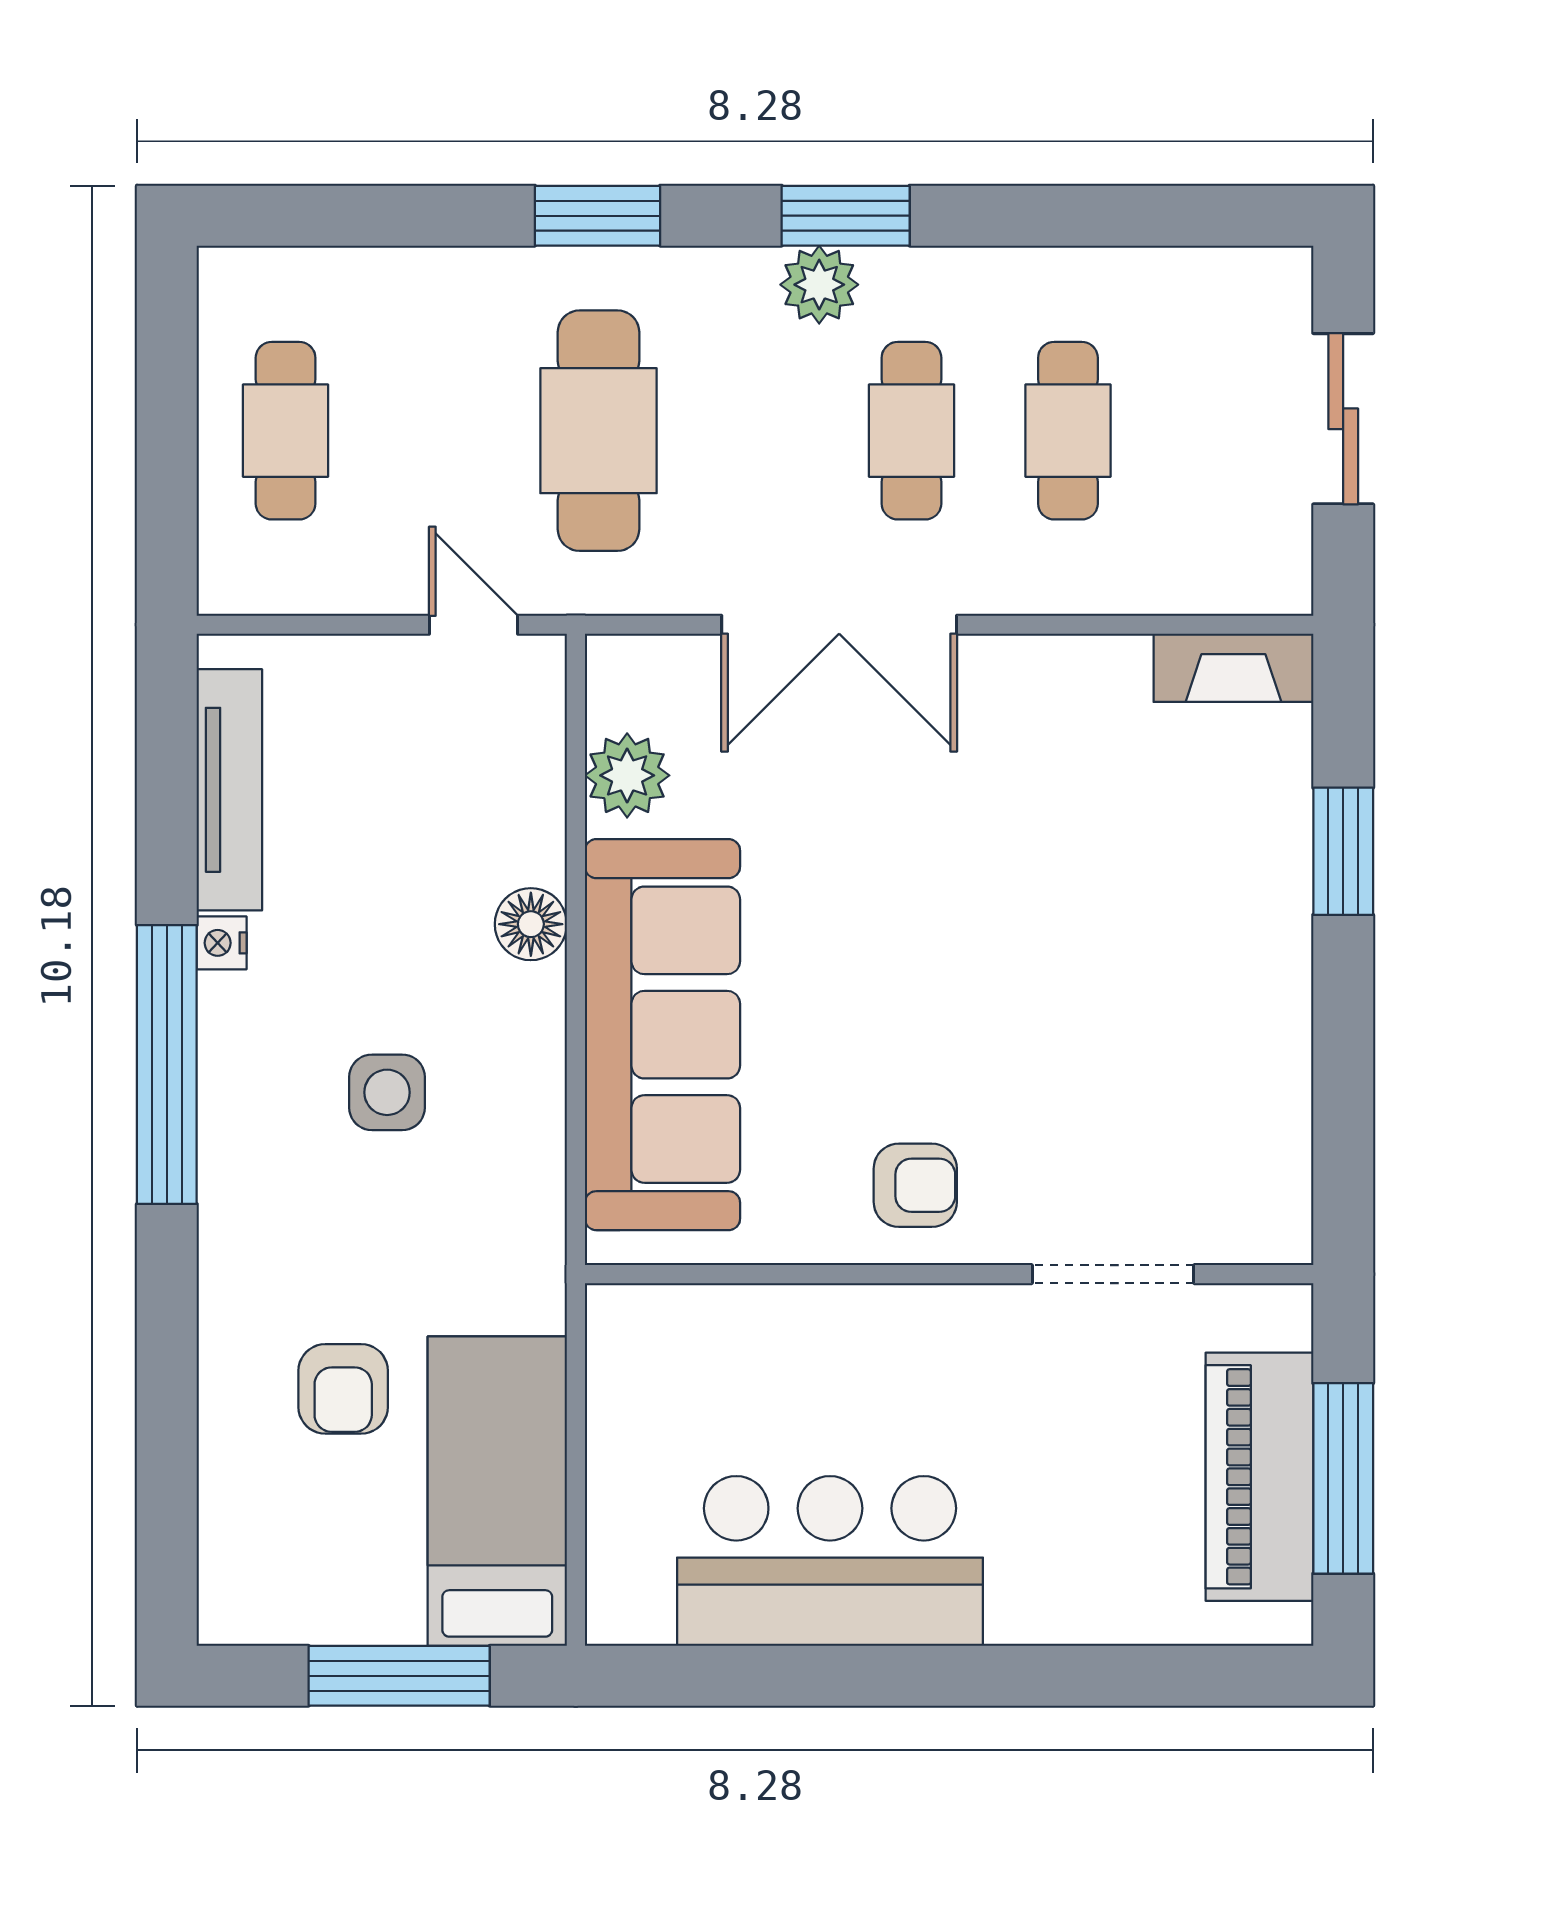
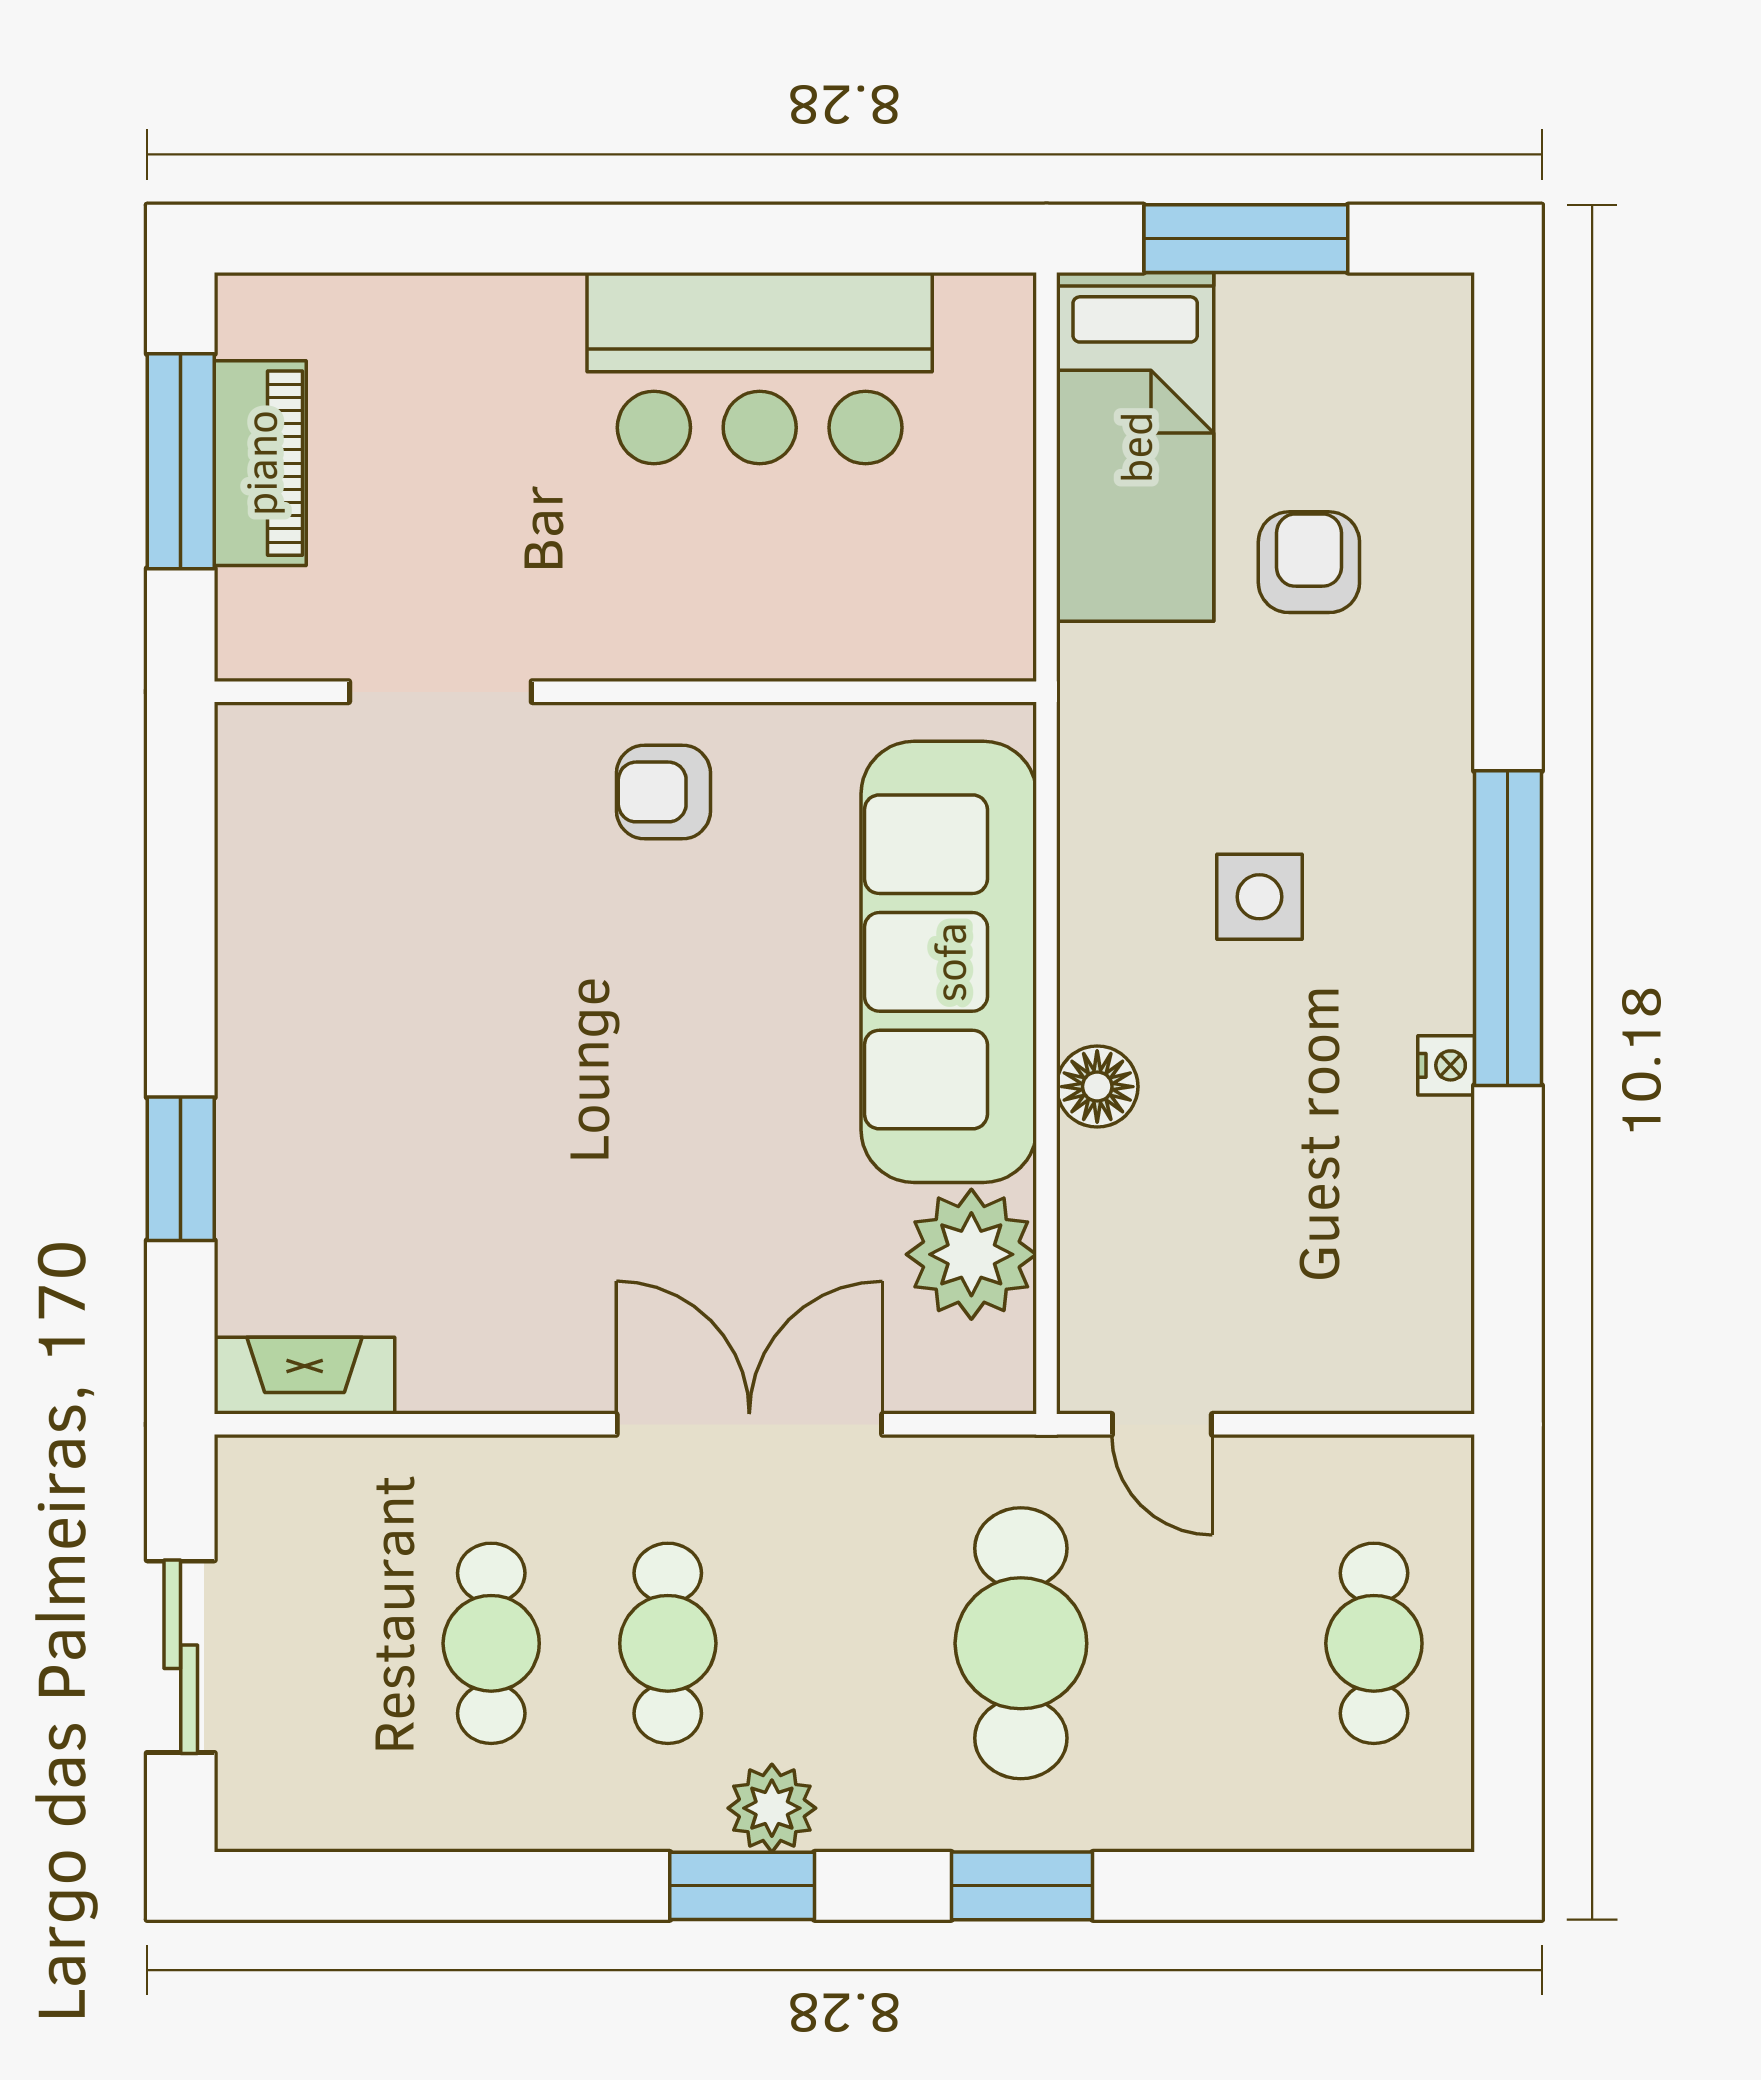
plant: (627, 775) -> (971, 1254), width x1.36, depth x1.36
tv unit: (229, 790) -> (1437, 1238), removed
piano: (1259, 1477) -> (260, 463), width x0.73, depth x0.75

